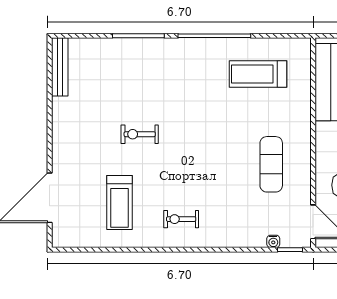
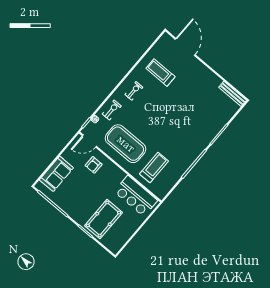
treadmill: (258, 74) -> (154, 168), moved
exercise bike: (140, 134) -> (112, 110), moved
exercise mat: (271, 164) -> (126, 144), width x2.00, depth x1.45

